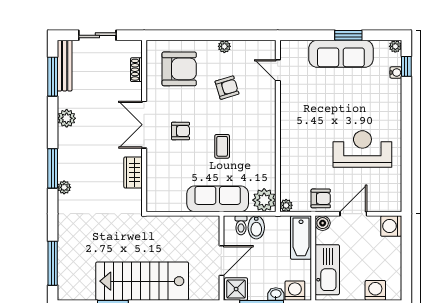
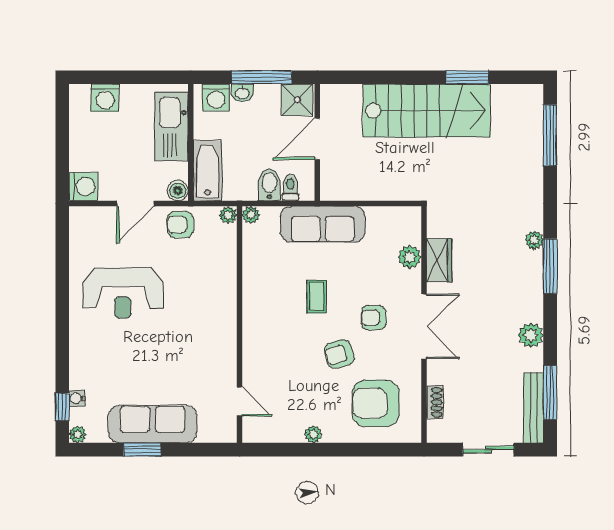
armchair: (227, 88) -> (339, 354), moved
plant: (155, 175) -> (410, 257), added
plant: (264, 200) -> (251, 215), width x0.53, depth x0.53

